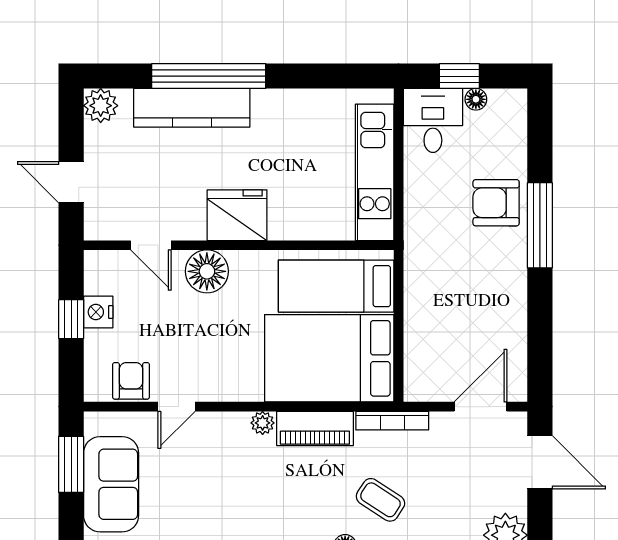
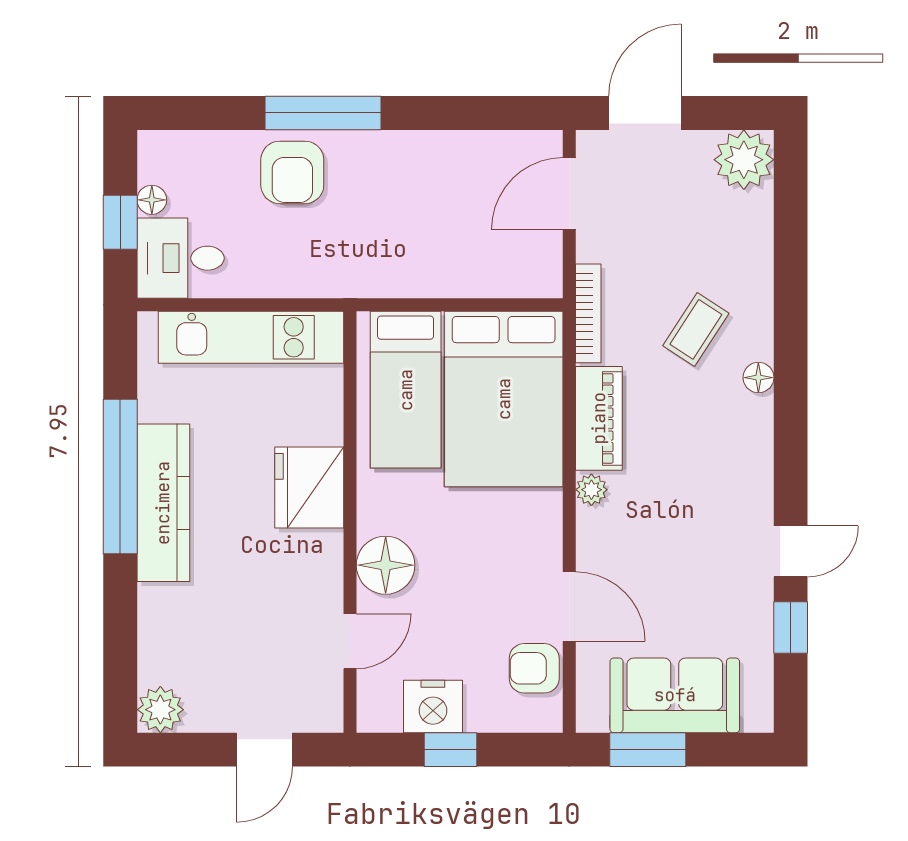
window: (209, 76) -> (120, 476), moved
kitchen counter: (192, 108) -> (163, 503), moved
fridge: (237, 215) -> (309, 488), moved
nightstand: (98, 312) -> (433, 706), width x1.36, depth x1.33
door: (177, 407) -> (569, 606), width x1.38
door: (481, 407) -> (569, 193), hinge flipped

